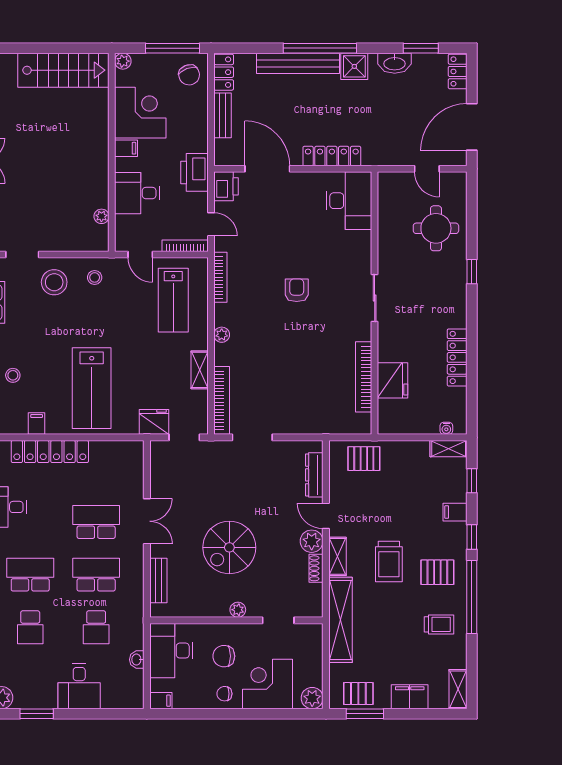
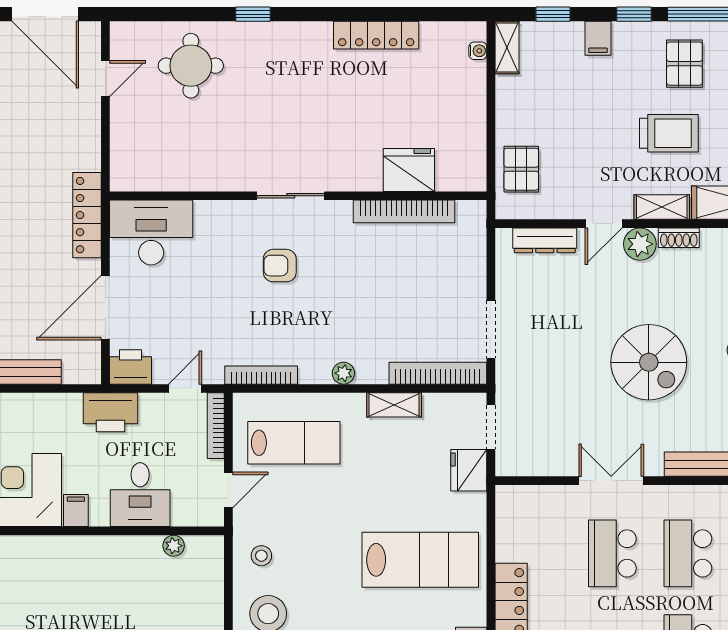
desk: (349, 201) -> (151, 232), moved
sliding door: (375, 298) -> (291, 196), moved
wall: (375, 303) -> (298, 196), moved
bookcase: (364, 377) -> (404, 211), moved
fridge: (393, 380) -> (409, 170), moved

